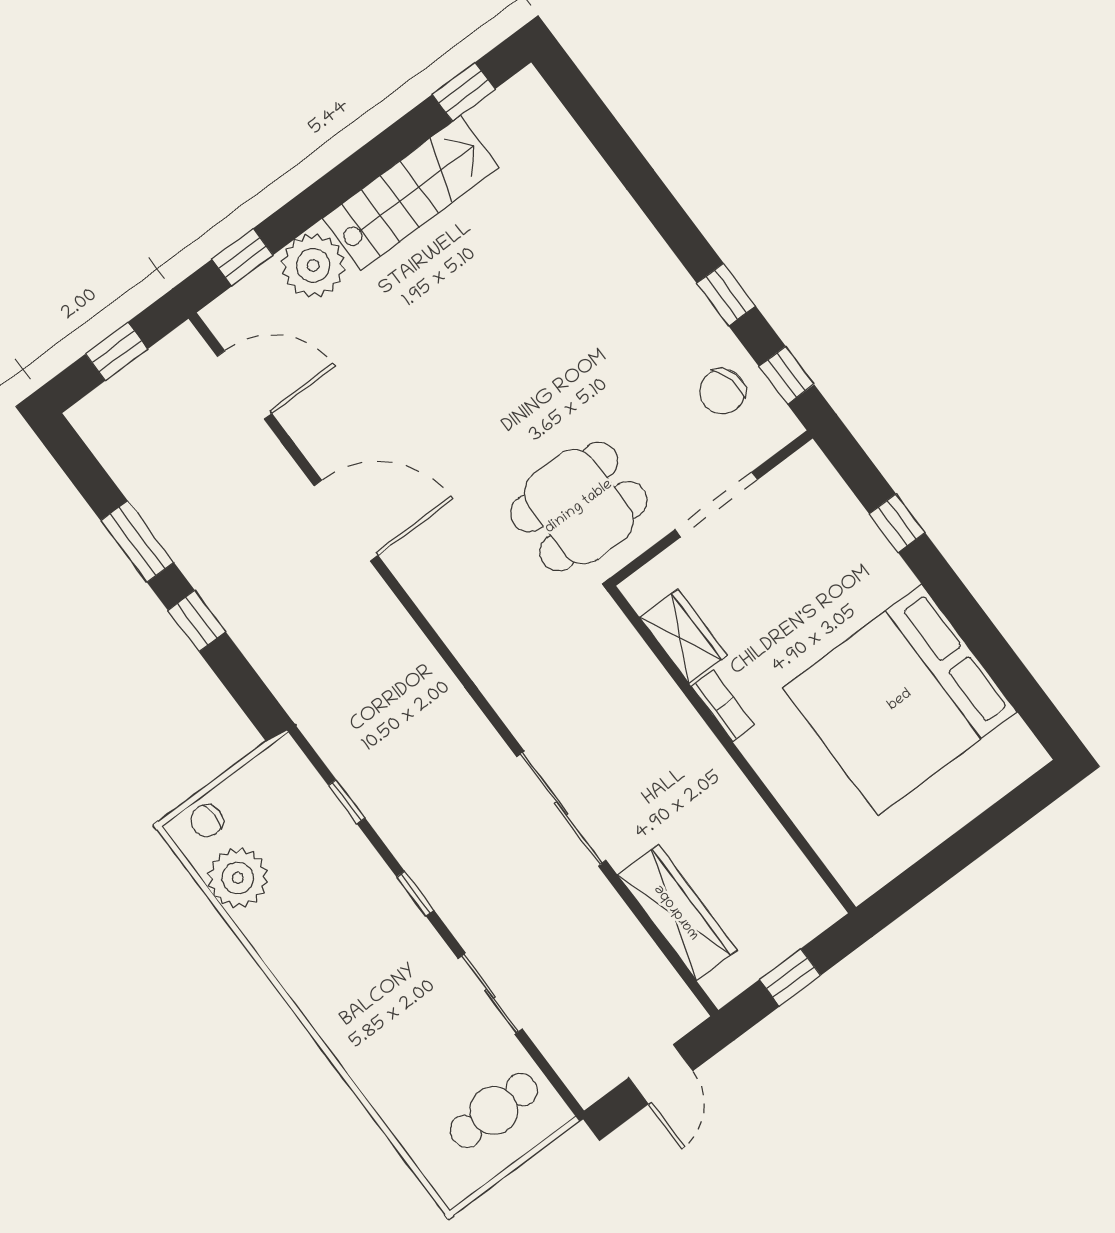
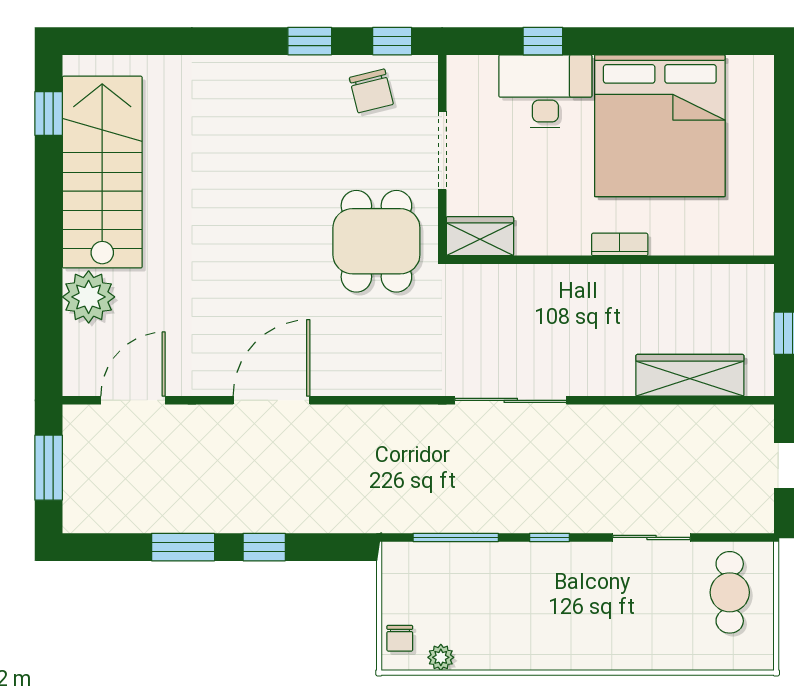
stairs: (411, 193) -> (102, 172), width x1.36, depth x1.51
window: (243, 257) -> (49, 339), removed
window: (117, 351) -> (49, 468), width x1.50
desk: (850, 562) -> (545, 91), added
wardrobe: (683, 636) -> (480, 236), moved
bookcase: (723, 706) -> (620, 244), moved
window: (347, 802) -> (456, 537), width x2.17
sliding door: (561, 809) -> (511, 400), moved
plant: (238, 878) -> (441, 657), width x0.53, depth x0.53

